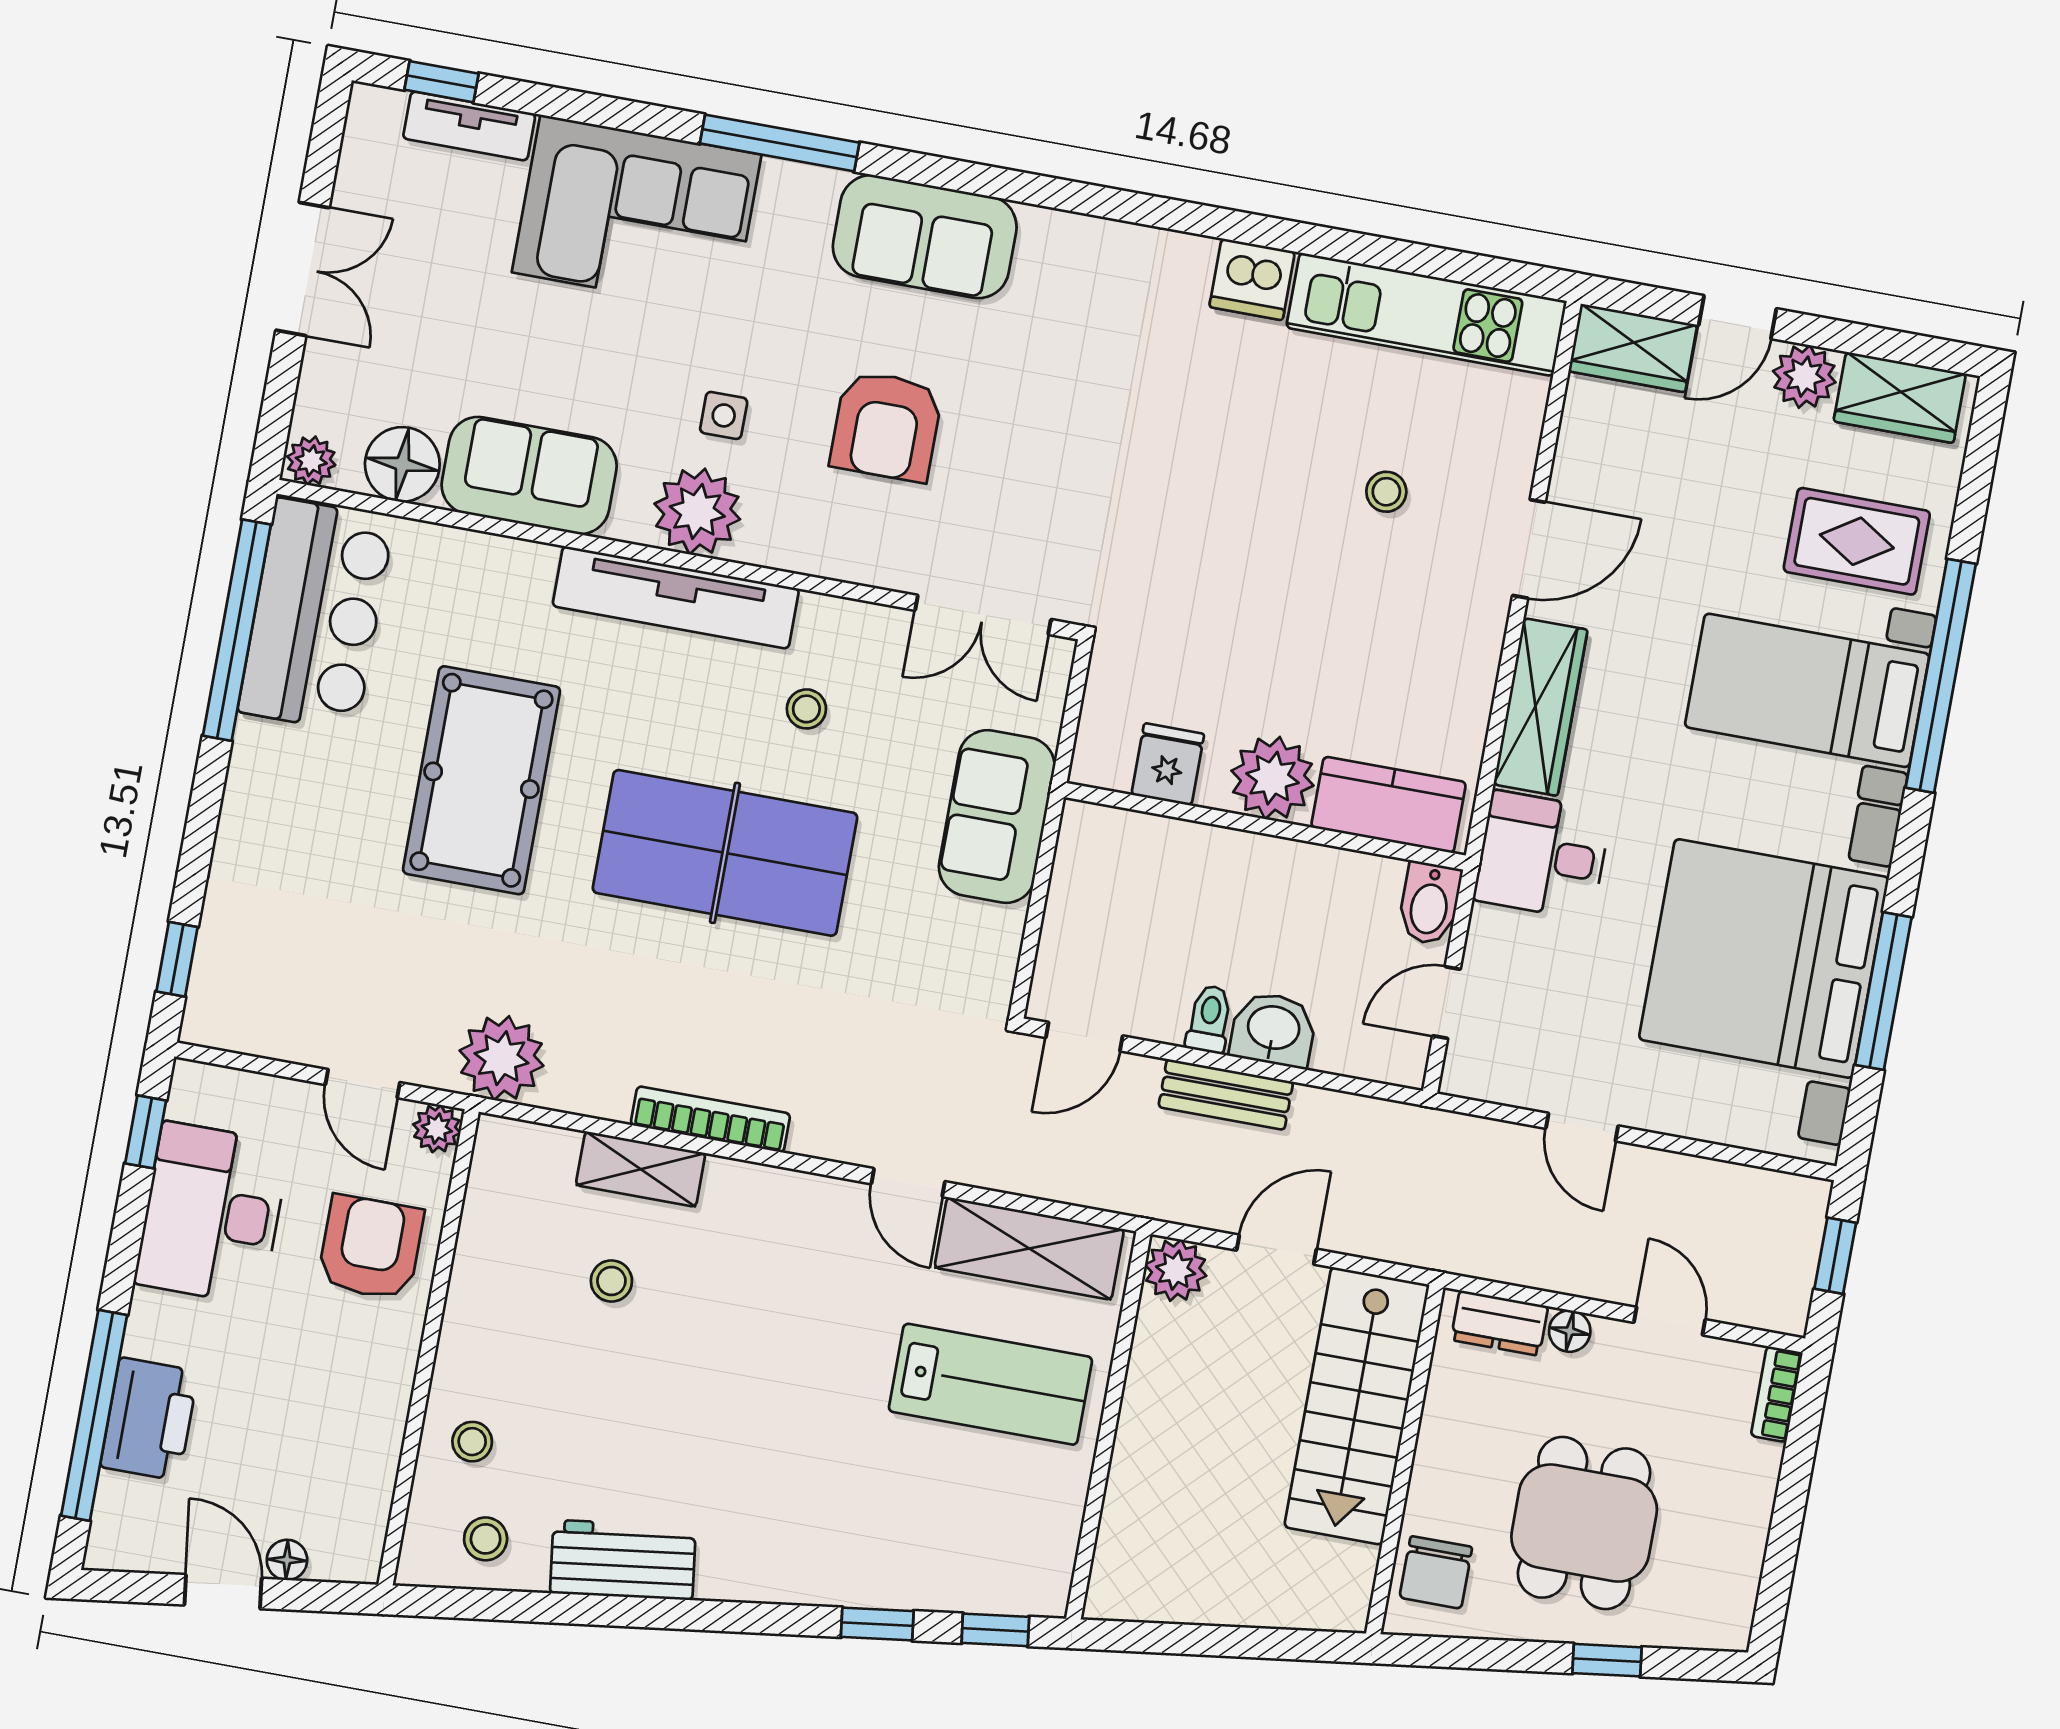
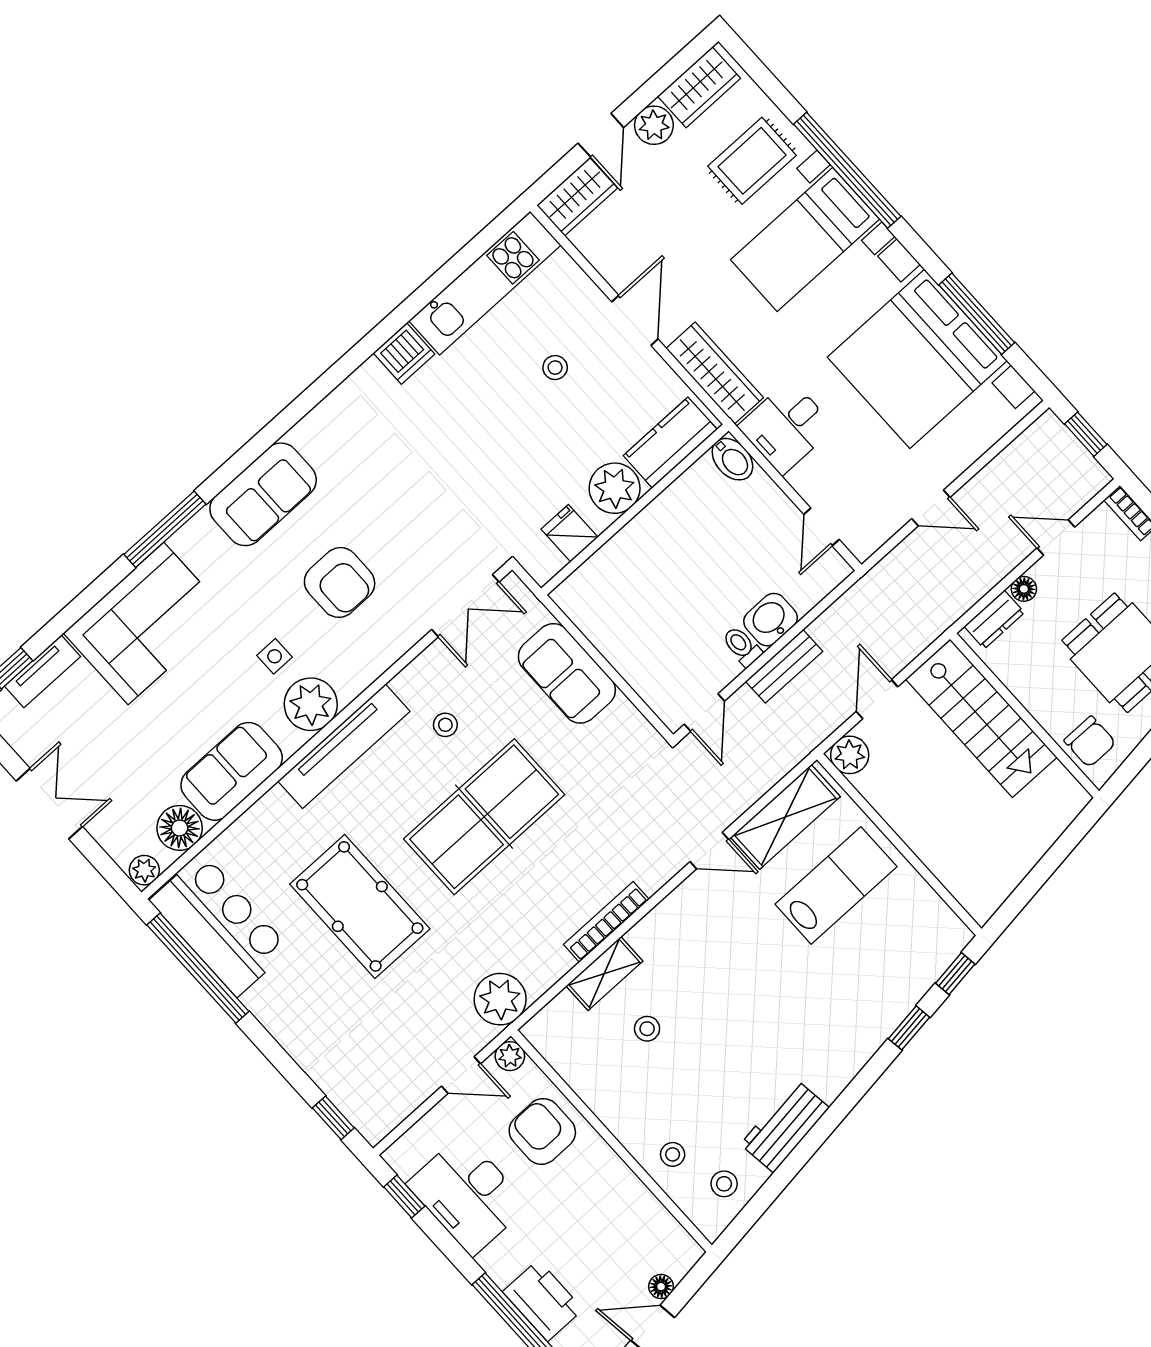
fridge: (1168, 764) -> (570, 533), moved
plant: (1272, 778) -> (615, 488), moved
kitchen counter: (1389, 805) -> (670, 443), moved
wall: (1265, 826) -> (635, 510), moved
bidet: (1430, 903) -> (732, 459), moved

